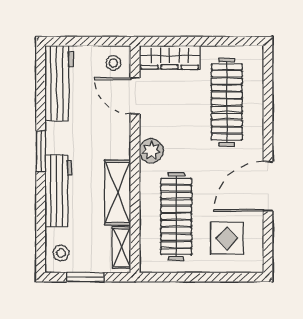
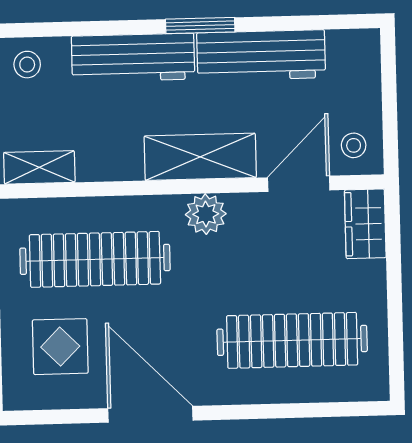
wardrobe: (170, 57) -> (365, 224), width x0.67
workbench: (59, 83) -> (261, 55), moved
shelving: (118, 193) -> (200, 157), moved

